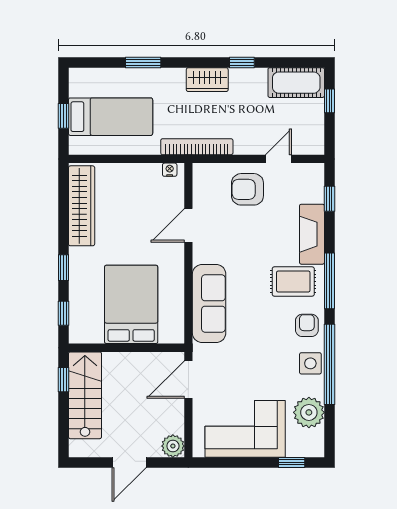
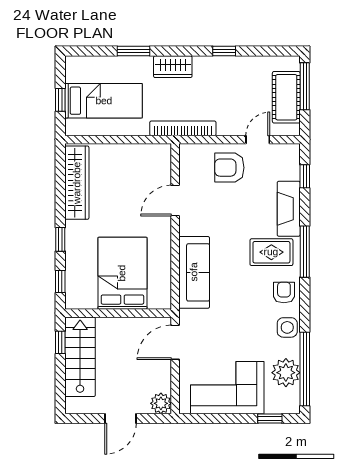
wardrobe: (207, 80) -> (173, 67), moved
cot: (296, 83) -> (286, 97), moved, turned 90
window: (329, 101) -> (305, 86), width x2.17
nightstand: (170, 170) -> (158, 149), removed
window: (329, 364) -> (305, 369), moved

